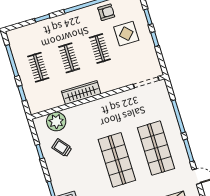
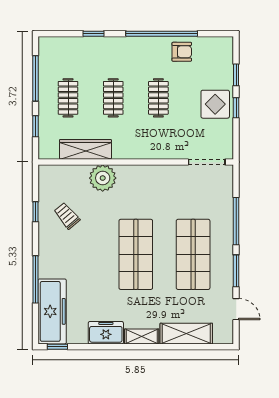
display table: (126, 34) -> (215, 104), moved
wardrobe: (81, 93) -> (85, 149), moved
plant: (56, 121) -> (103, 178), moved

